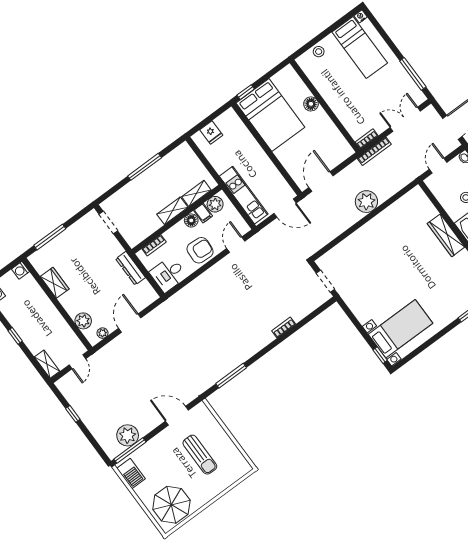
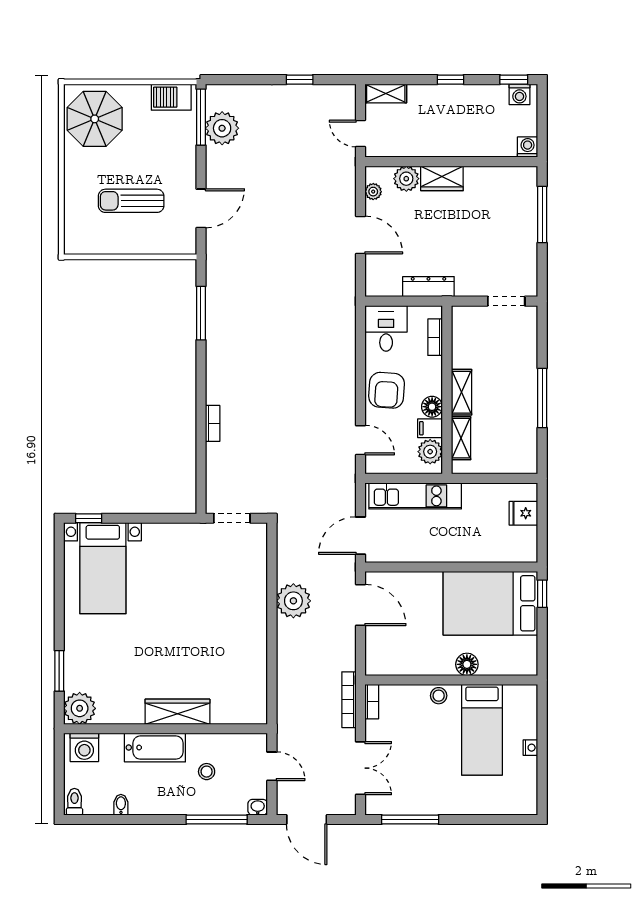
nightstand: (361, 16) -> (530, 748), moved
bed: (360, 47) -> (482, 730), moved, turned -90
stool: (319, 52) -> (439, 696), moved
plant: (366, 202) -> (293, 601), moved
wardrobe: (55, 283) -> (442, 178), moved

